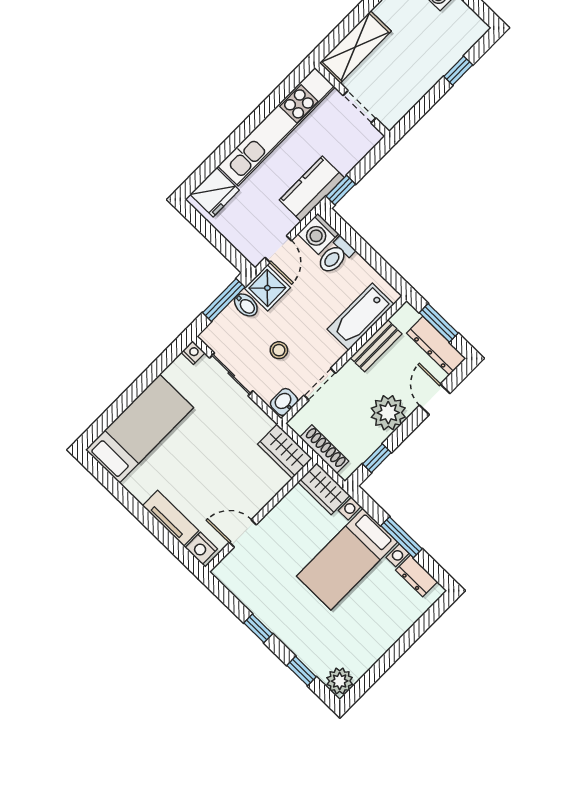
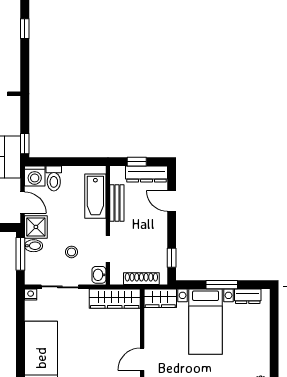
window: (439, 323) -> (137, 162), width x0.67
plant: (388, 413) -> (155, 230), removed
wardrobe: (285, 451) -> (115, 299), width x1.50

